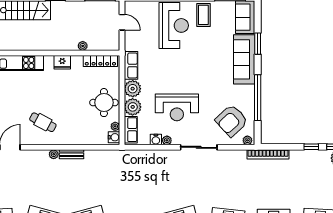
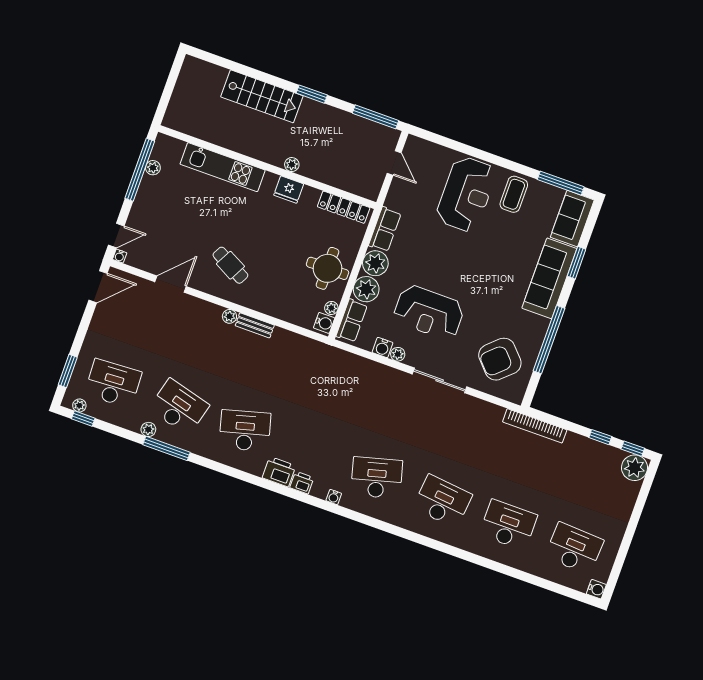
plant: (83, 46) -> (292, 165), moved
plant: (247, 140) -> (513, 395), removed

